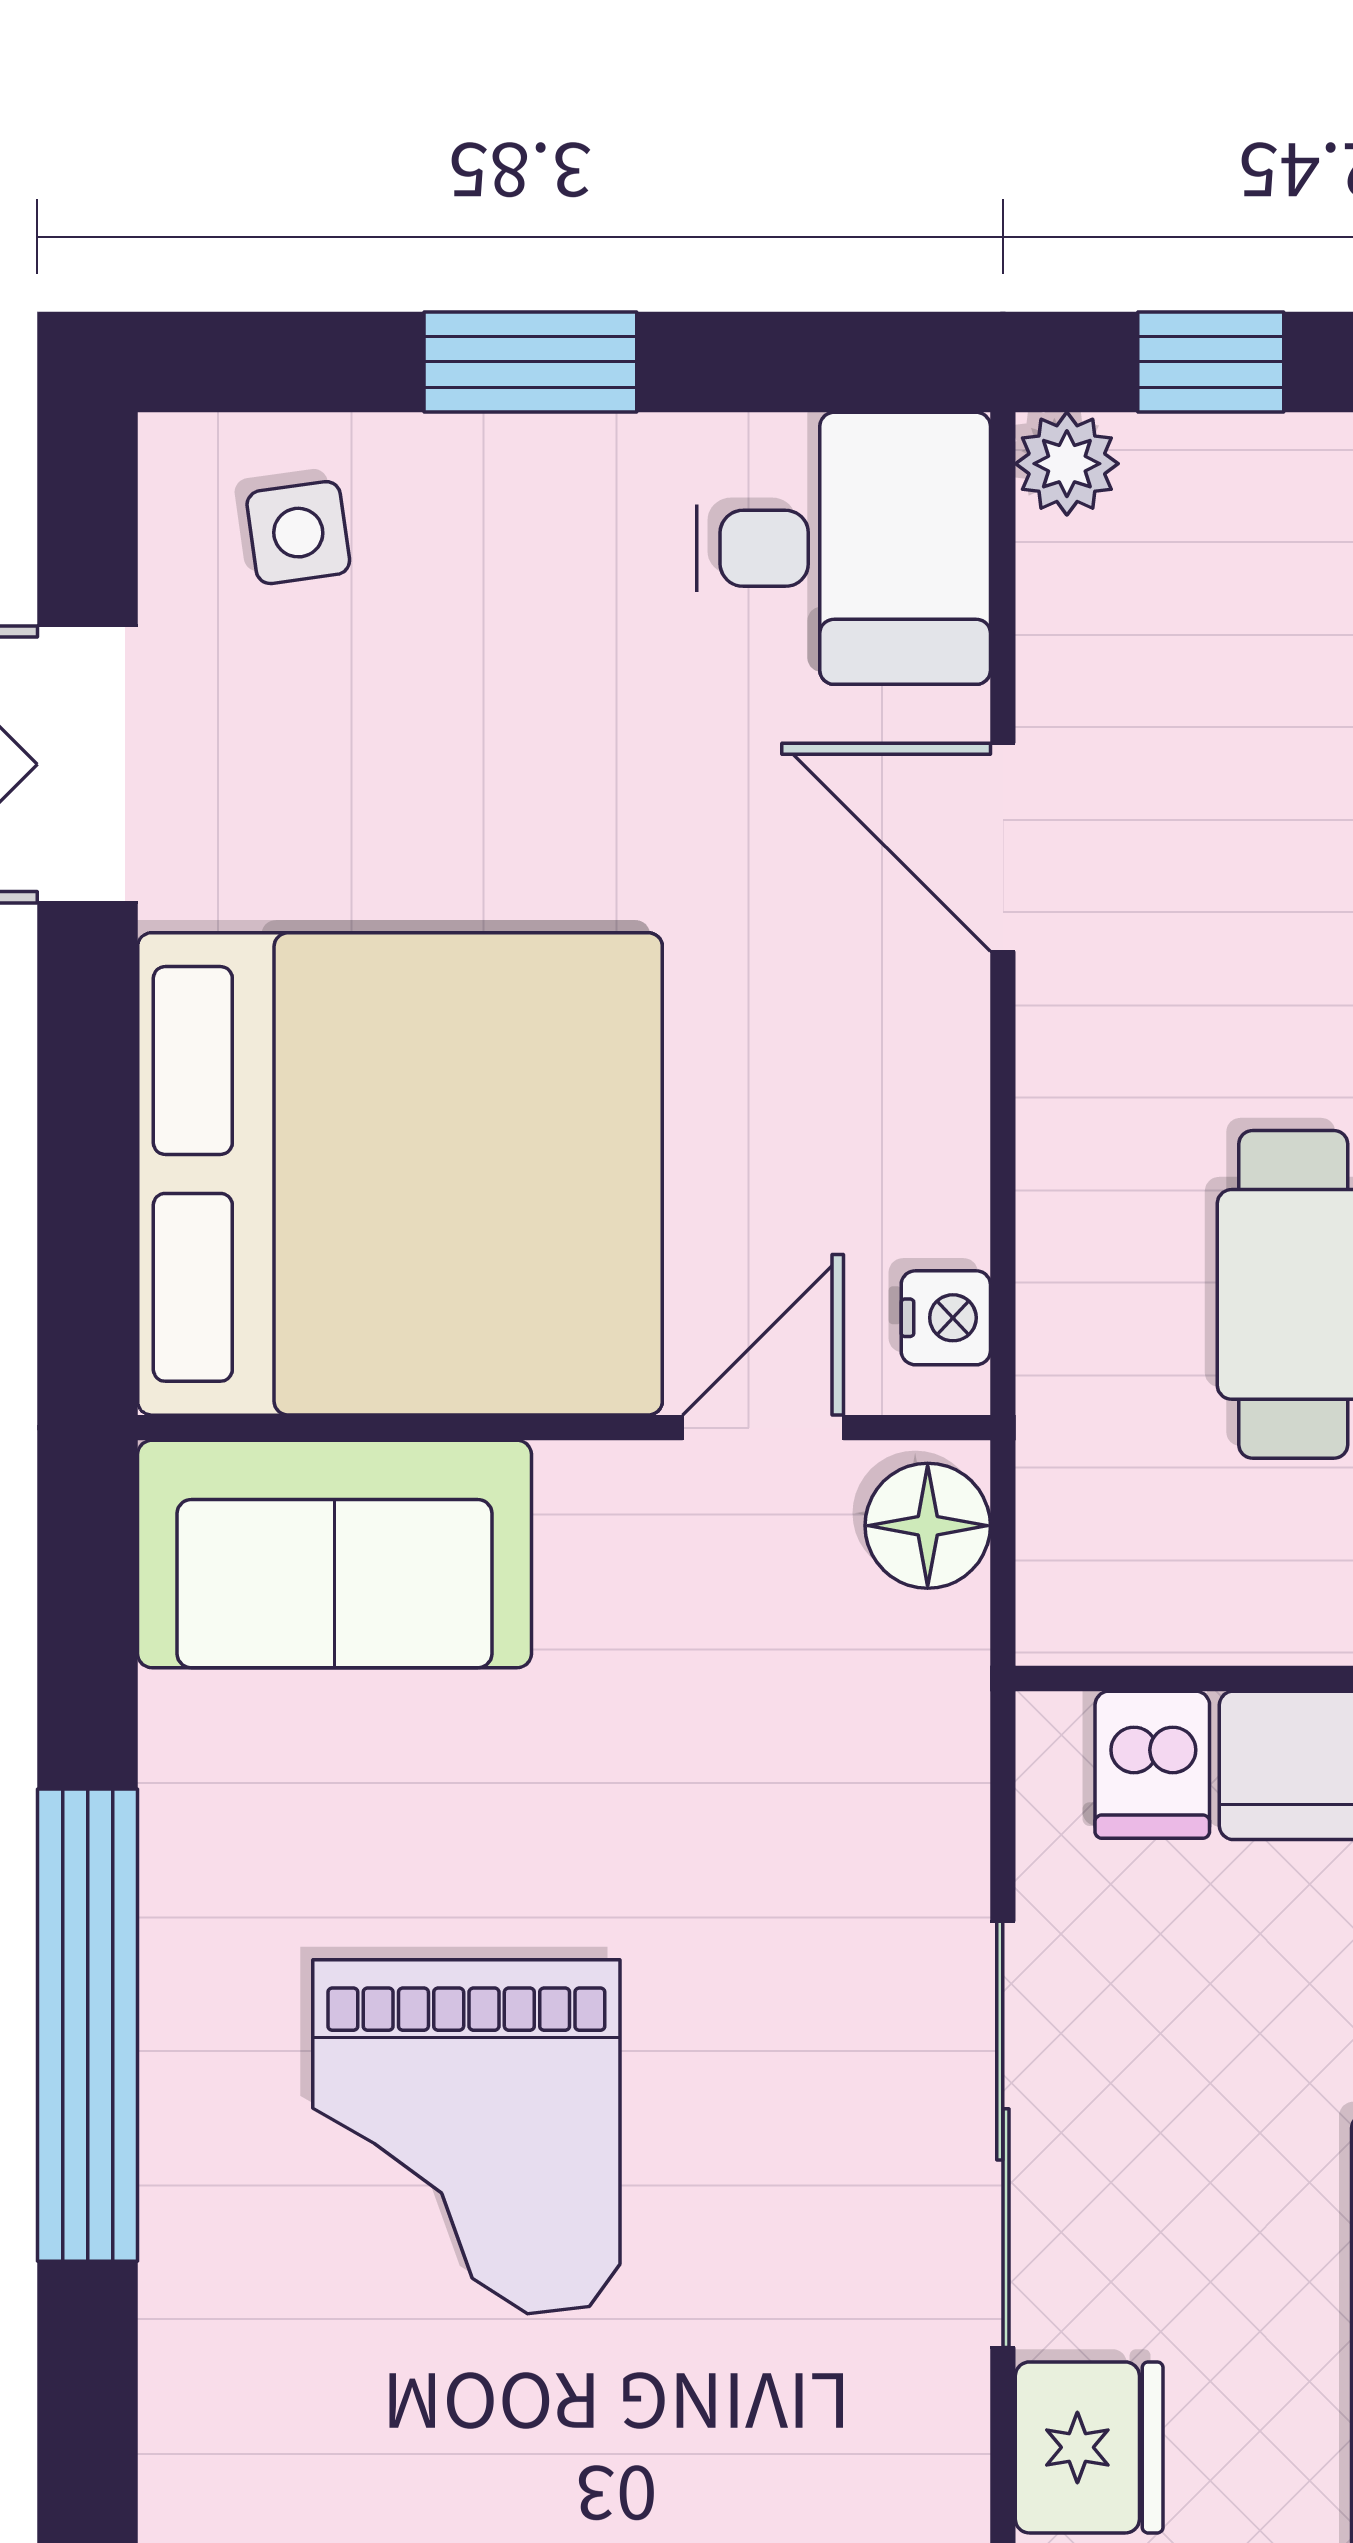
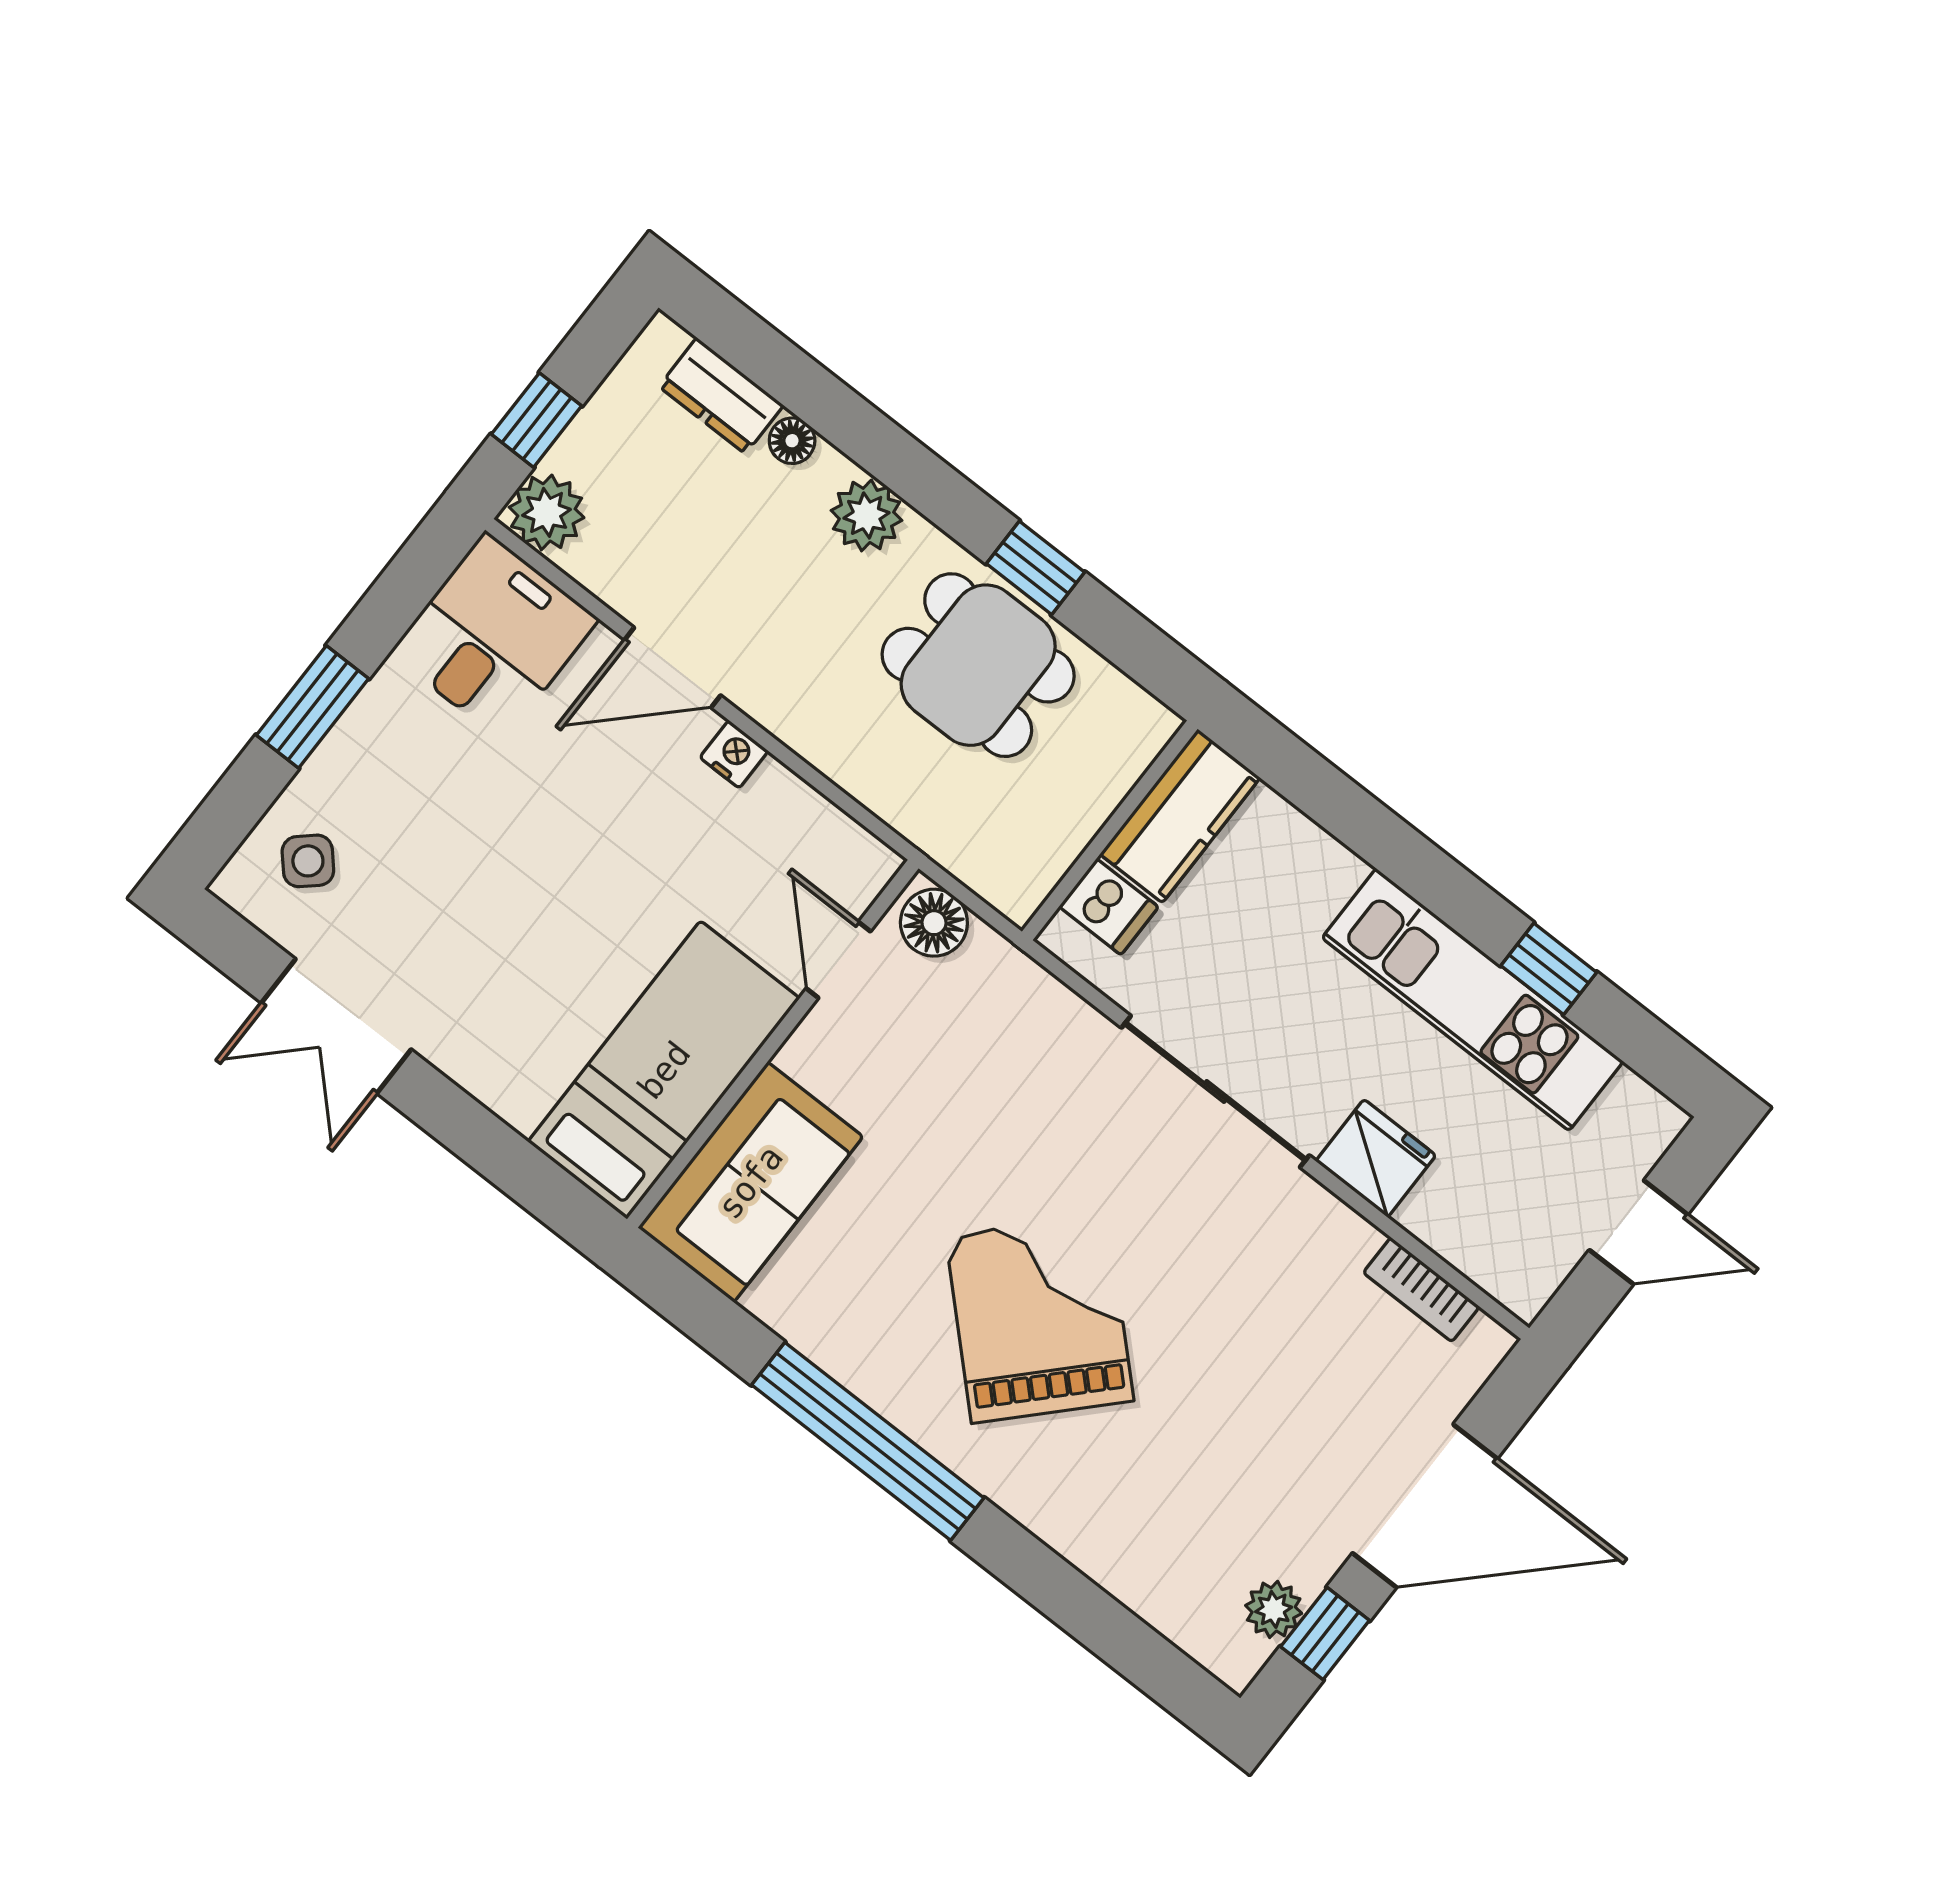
plant: (1067, 464) -> (547, 512), width x1.38, depth x1.38
side table: (298, 533) -> (308, 861), turned -34
bed: (400, 1174) -> (664, 1070), width x0.49
nightstand: (946, 1318) -> (734, 754), moved
grand piano: (466, 2137) -> (1040, 1318), turned -136

